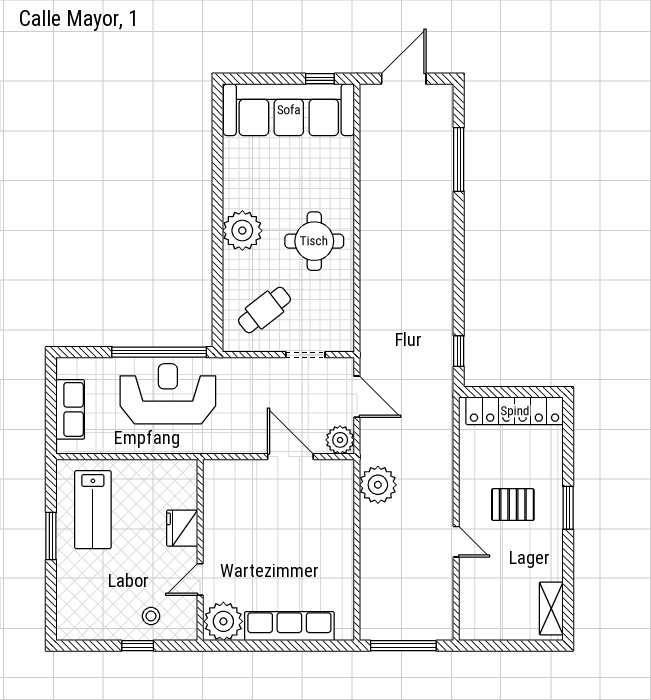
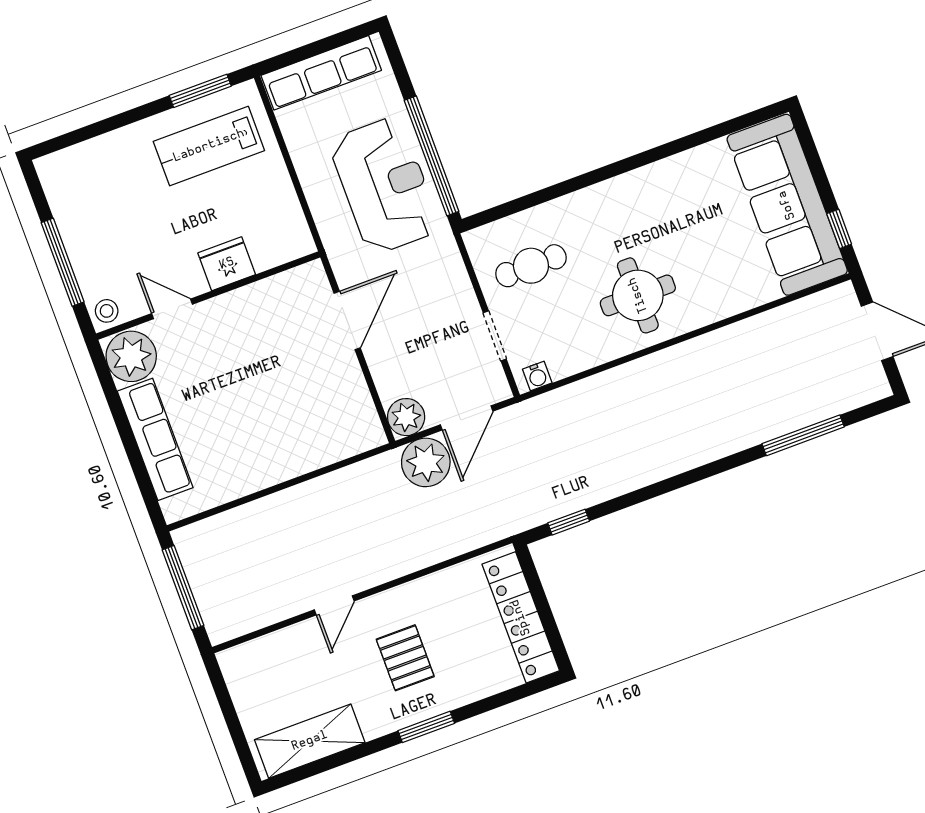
plant: (242, 231) -> (618, 203), removed
cafe table: (265, 310) -> (531, 266), turned -52
water cooler: (345, 335) -> (537, 376), added
row of seats: (70, 409) -> (321, 73), width x1.48
door: (290, 457) -> (347, 321), moved
plant: (378, 485) -> (426, 462), moved
window: (51, 536) -> (200, 91), moved
shelving: (551, 609) -> (310, 741), width x1.50, depth x1.33
stool: (151, 616) -> (107, 311), moved
window: (138, 646) -> (63, 262), width x2.17

